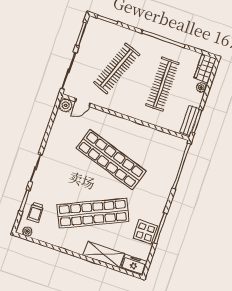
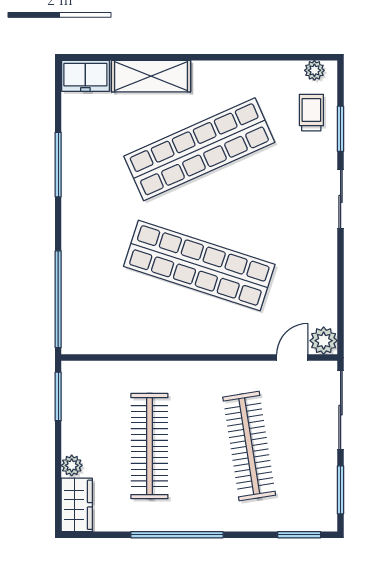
clothes rail: (116, 68) -> (249, 446), turned -30
bench: (190, 120) -> (73, 394), removed
display table: (145, 232) -> (85, 148), removed

